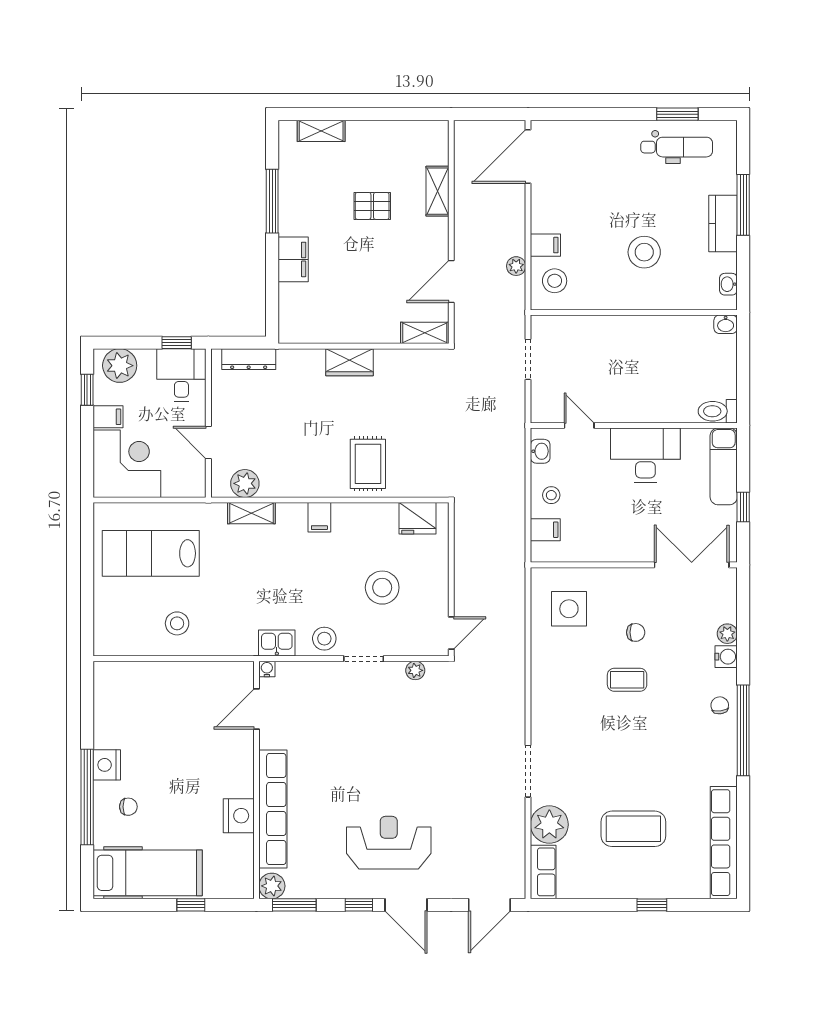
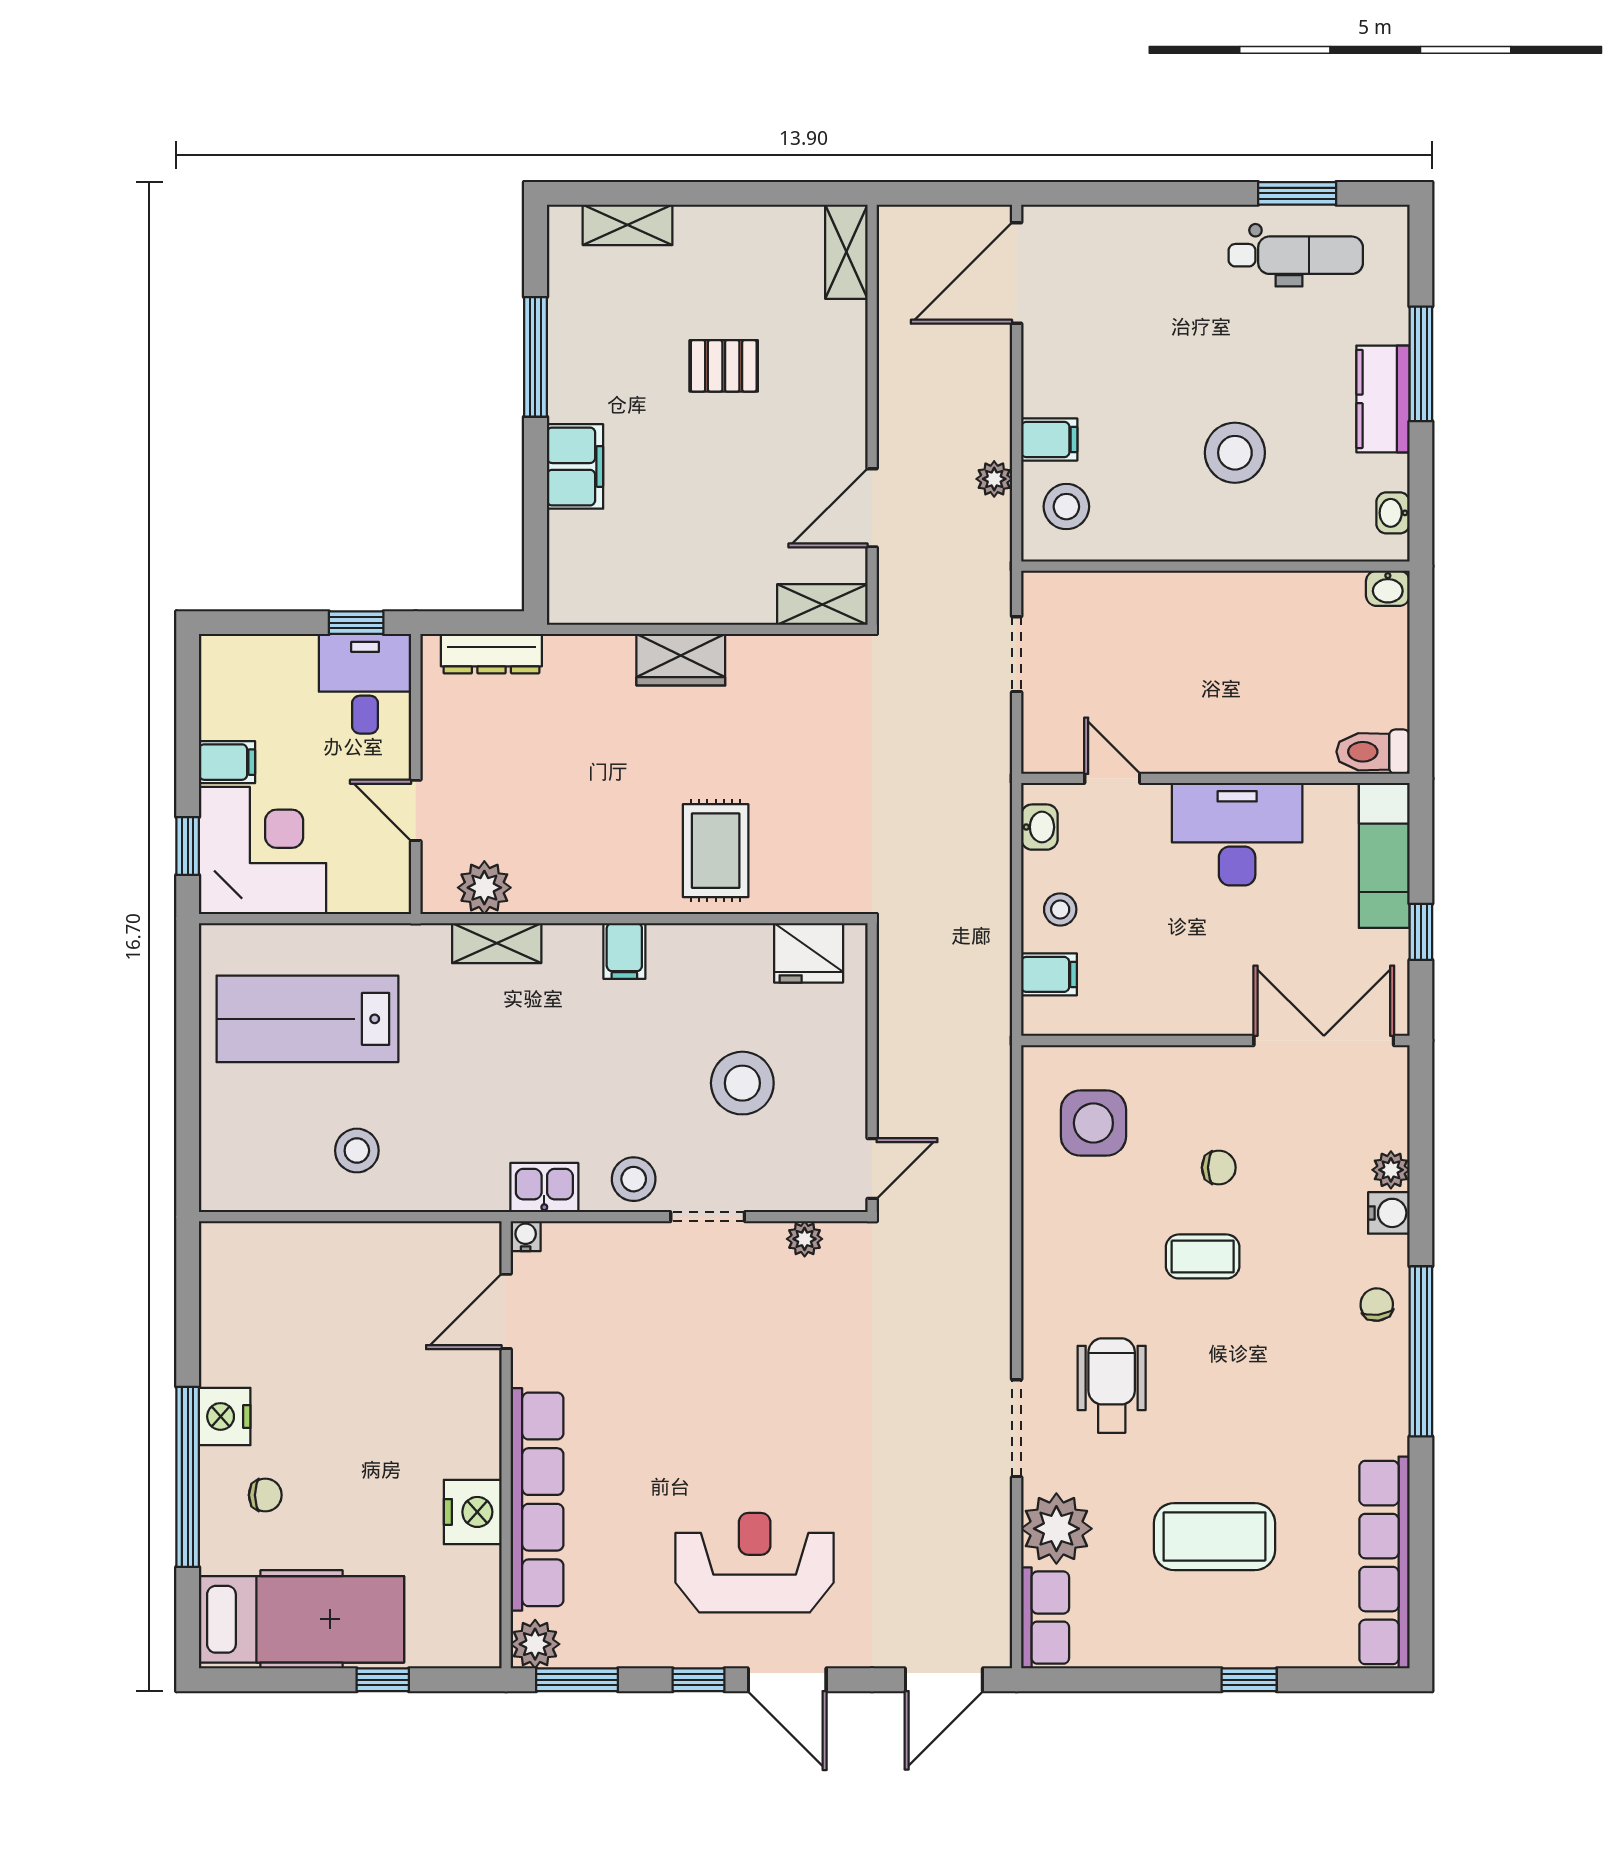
shelving: (437, 191) -> (846, 252), moved
plant: (120, 366) -> (249, 666), removed
window: (87, 390) -> (188, 846), moved
wheelchair: (579, 748) -> (1112, 1386), added

